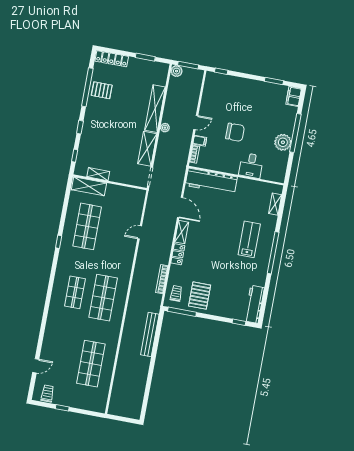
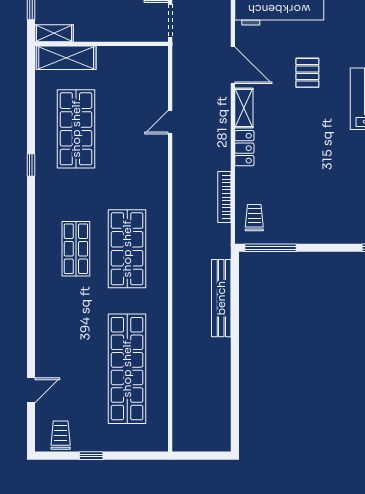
shelving: (98, 174) -> (54, 33), moved
pallet: (200, 296) -> (307, 73), moved, width x0.67, depth x0.71
shop shelf: (91, 364) -> (127, 369), width x1.40

